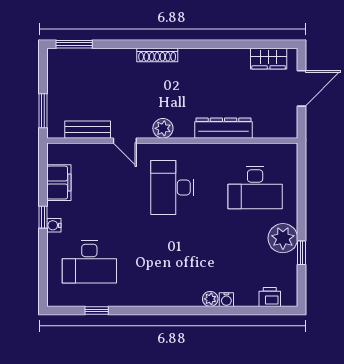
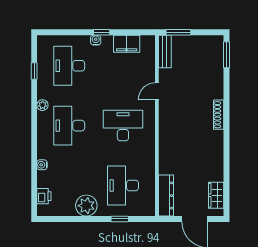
plant: (163, 128) -> (166, 119), removed
dresser: (224, 128) -> (166, 196), moved
bench: (88, 130) -> (165, 51), moved
window: (301, 253) -> (120, 219), moved
desk: (172, 262) -> (69, 126), added
plant: (210, 299) -> (42, 105), moved

